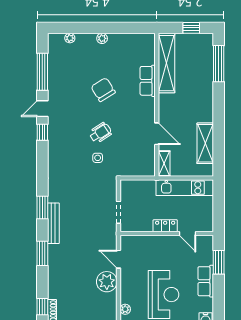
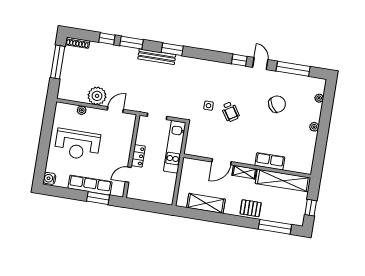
chair: (103, 90) -> (277, 104), moved
pallet: (203, 94) -> (251, 208), added
shelving: (164, 164) -> (244, 172), moved
kitchen unit: (185, 188) -> (175, 147), moved
row of seats: (206, 281) -> (90, 185), width x1.48
window: (42, 307) -> (107, 39), moved
plant: (125, 309) -> (82, 110), moved

